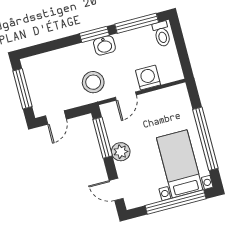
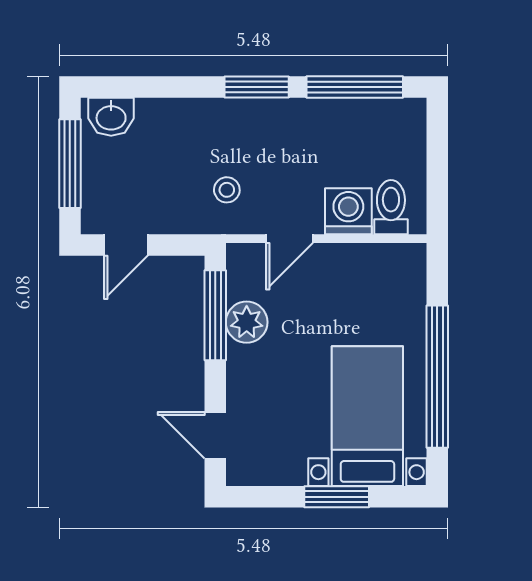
toilet: (162, 34) -> (391, 207), moved, turned 180
washbasin: (104, 45) -> (111, 117), moved
stool: (93, 82) -> (227, 190), width x0.53, depth x0.53
plant: (121, 152) -> (247, 322), moved
window: (176, 202) -> (337, 497), width x0.47

